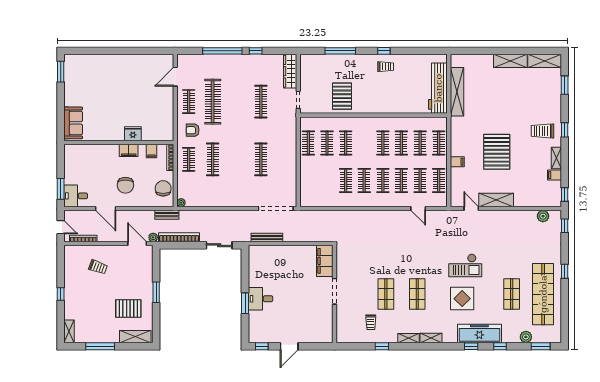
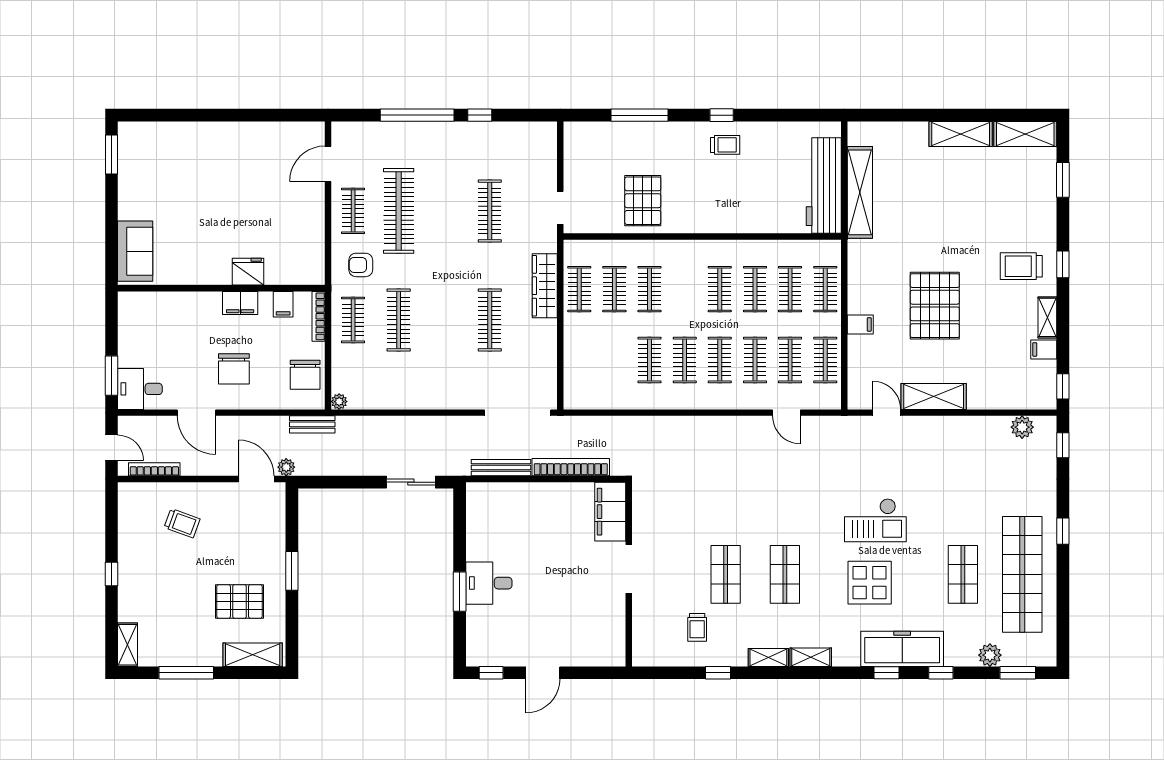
wardrobe: (290, 71) -> (545, 286), moved
chair: (163, 188) -> (305, 375), turned 180
bookcase: (179, 237) -> (571, 467), moved

